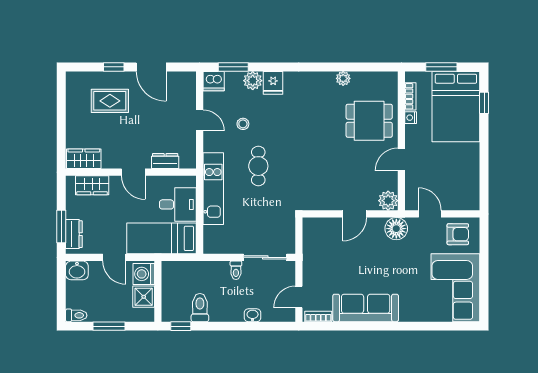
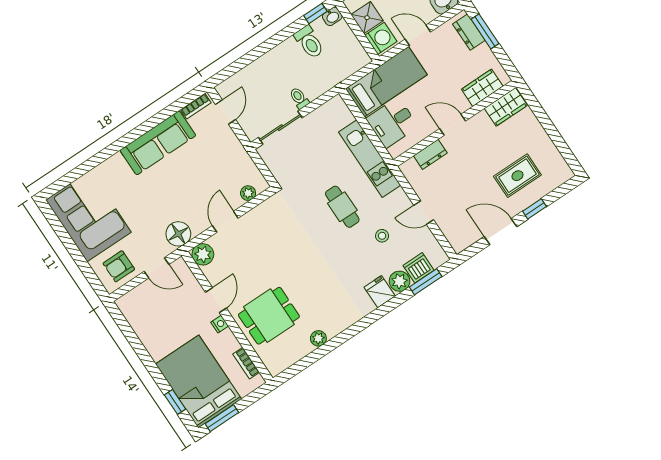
window: (441, 67) -> (222, 418), moved
dishwasher: (214, 81) -> (419, 268), moved
nightstand: (411, 118) -> (220, 324), moved
plant: (323, 224) -> (248, 193), added
washbasin: (253, 315) -> (332, 16), moved

